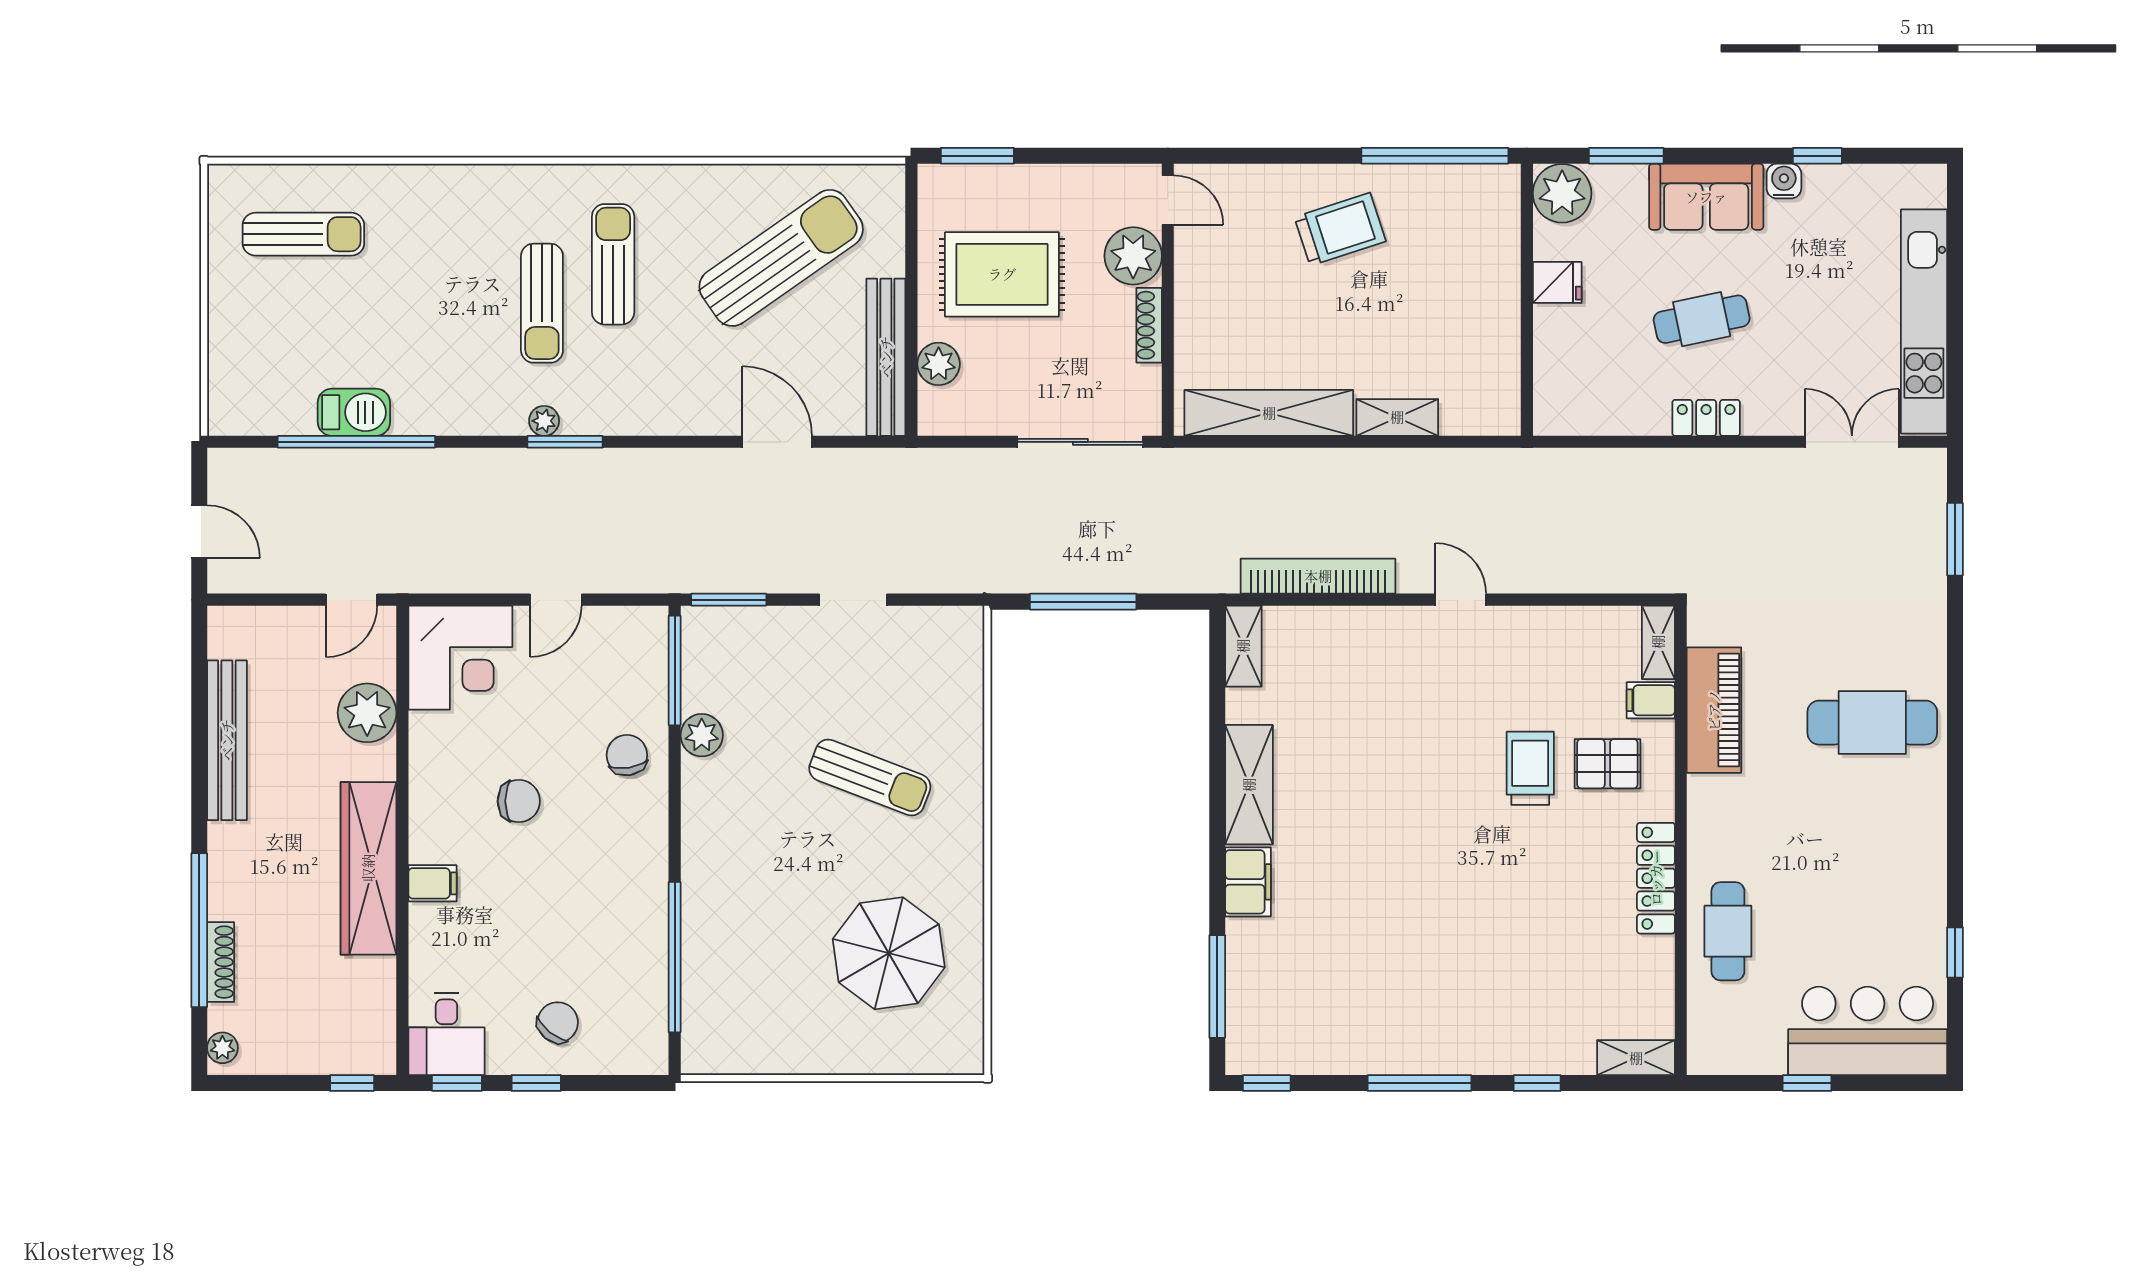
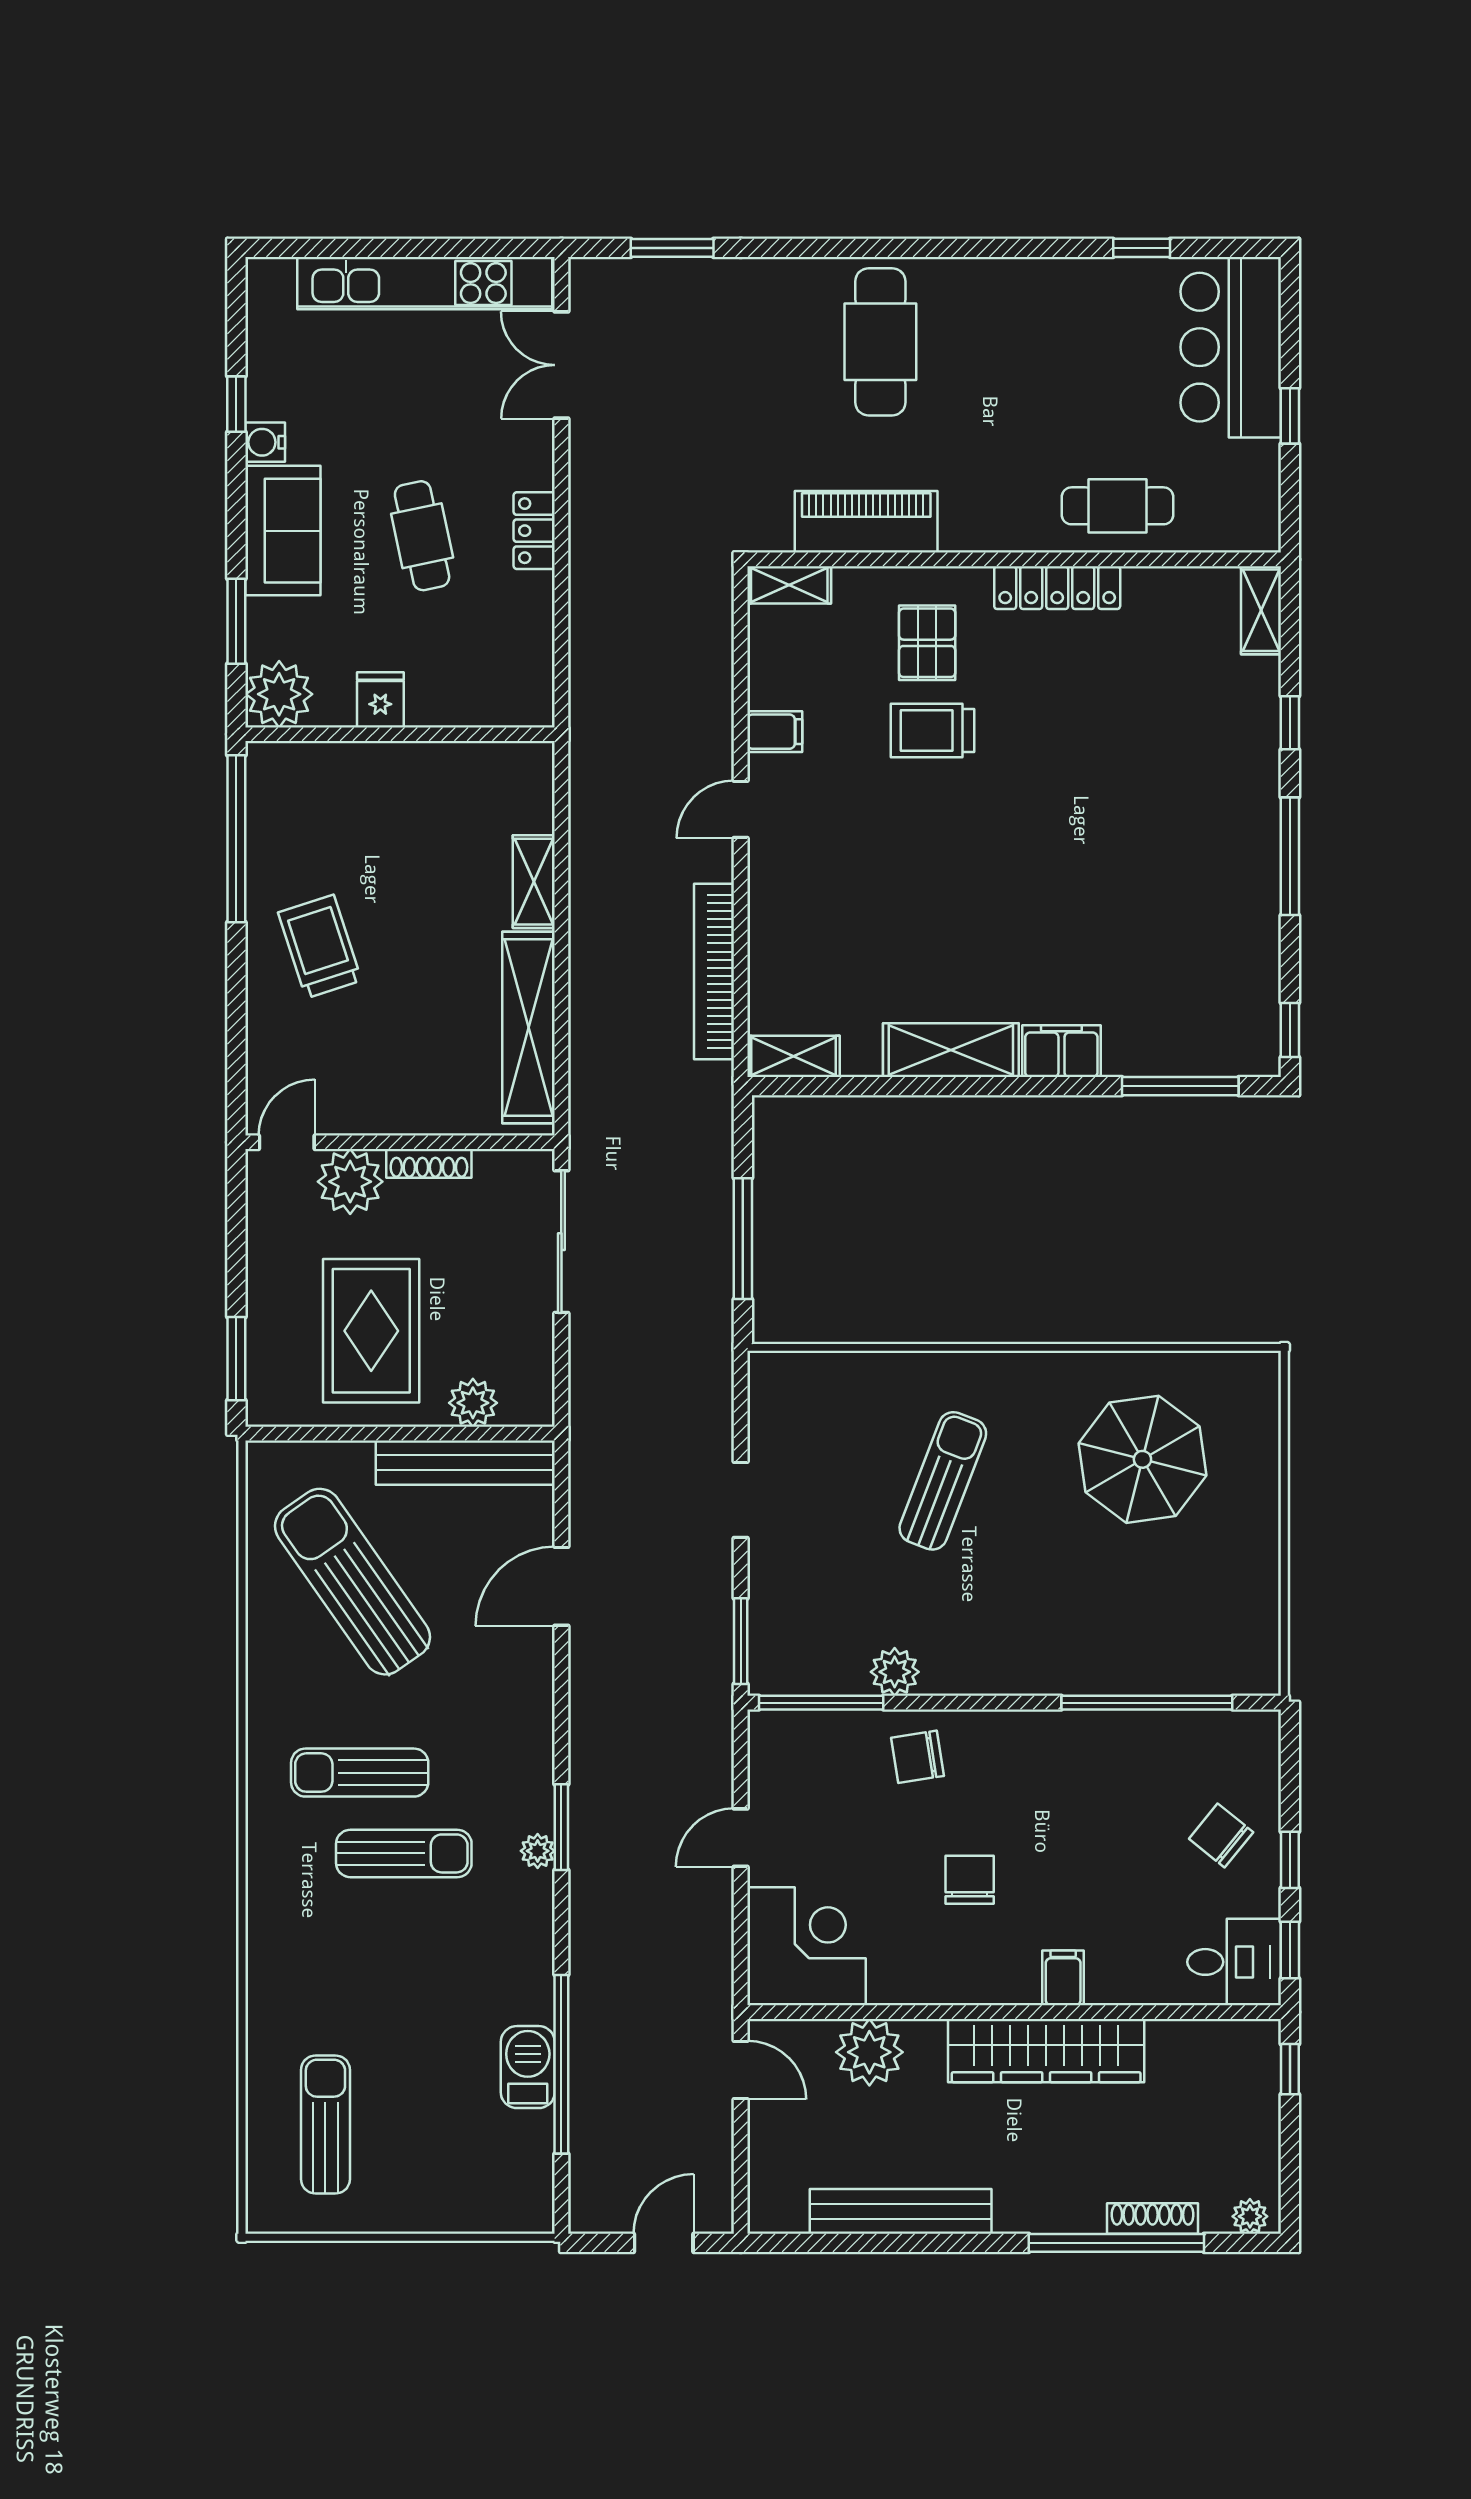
door: (556, 600) -> (741, 1838), swing flipped
filing cabinet: (1651, 700) -> (775, 732), moved, turned -90

